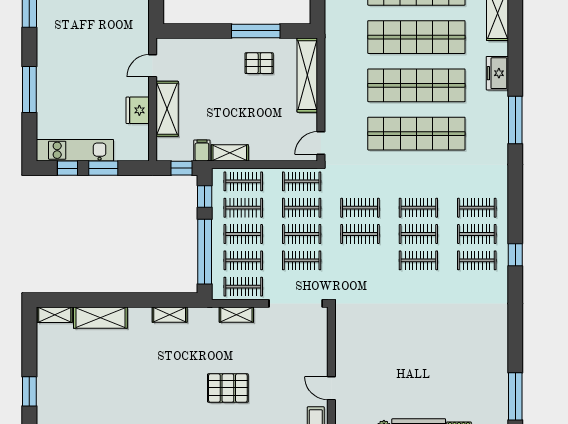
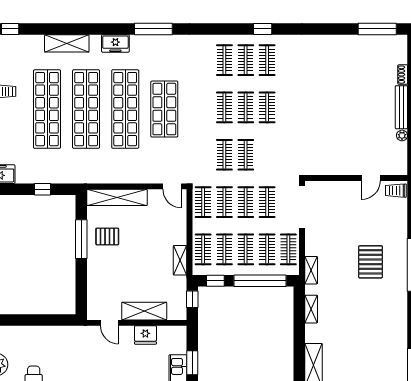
pallet: (259, 63) -> (107, 236), turned 90
shop shelf: (416, 134) -> (164, 109), width x0.71
filing cabinet: (202, 150) -> (178, 283), removed
shelving: (236, 315) -> (311, 270), moved

